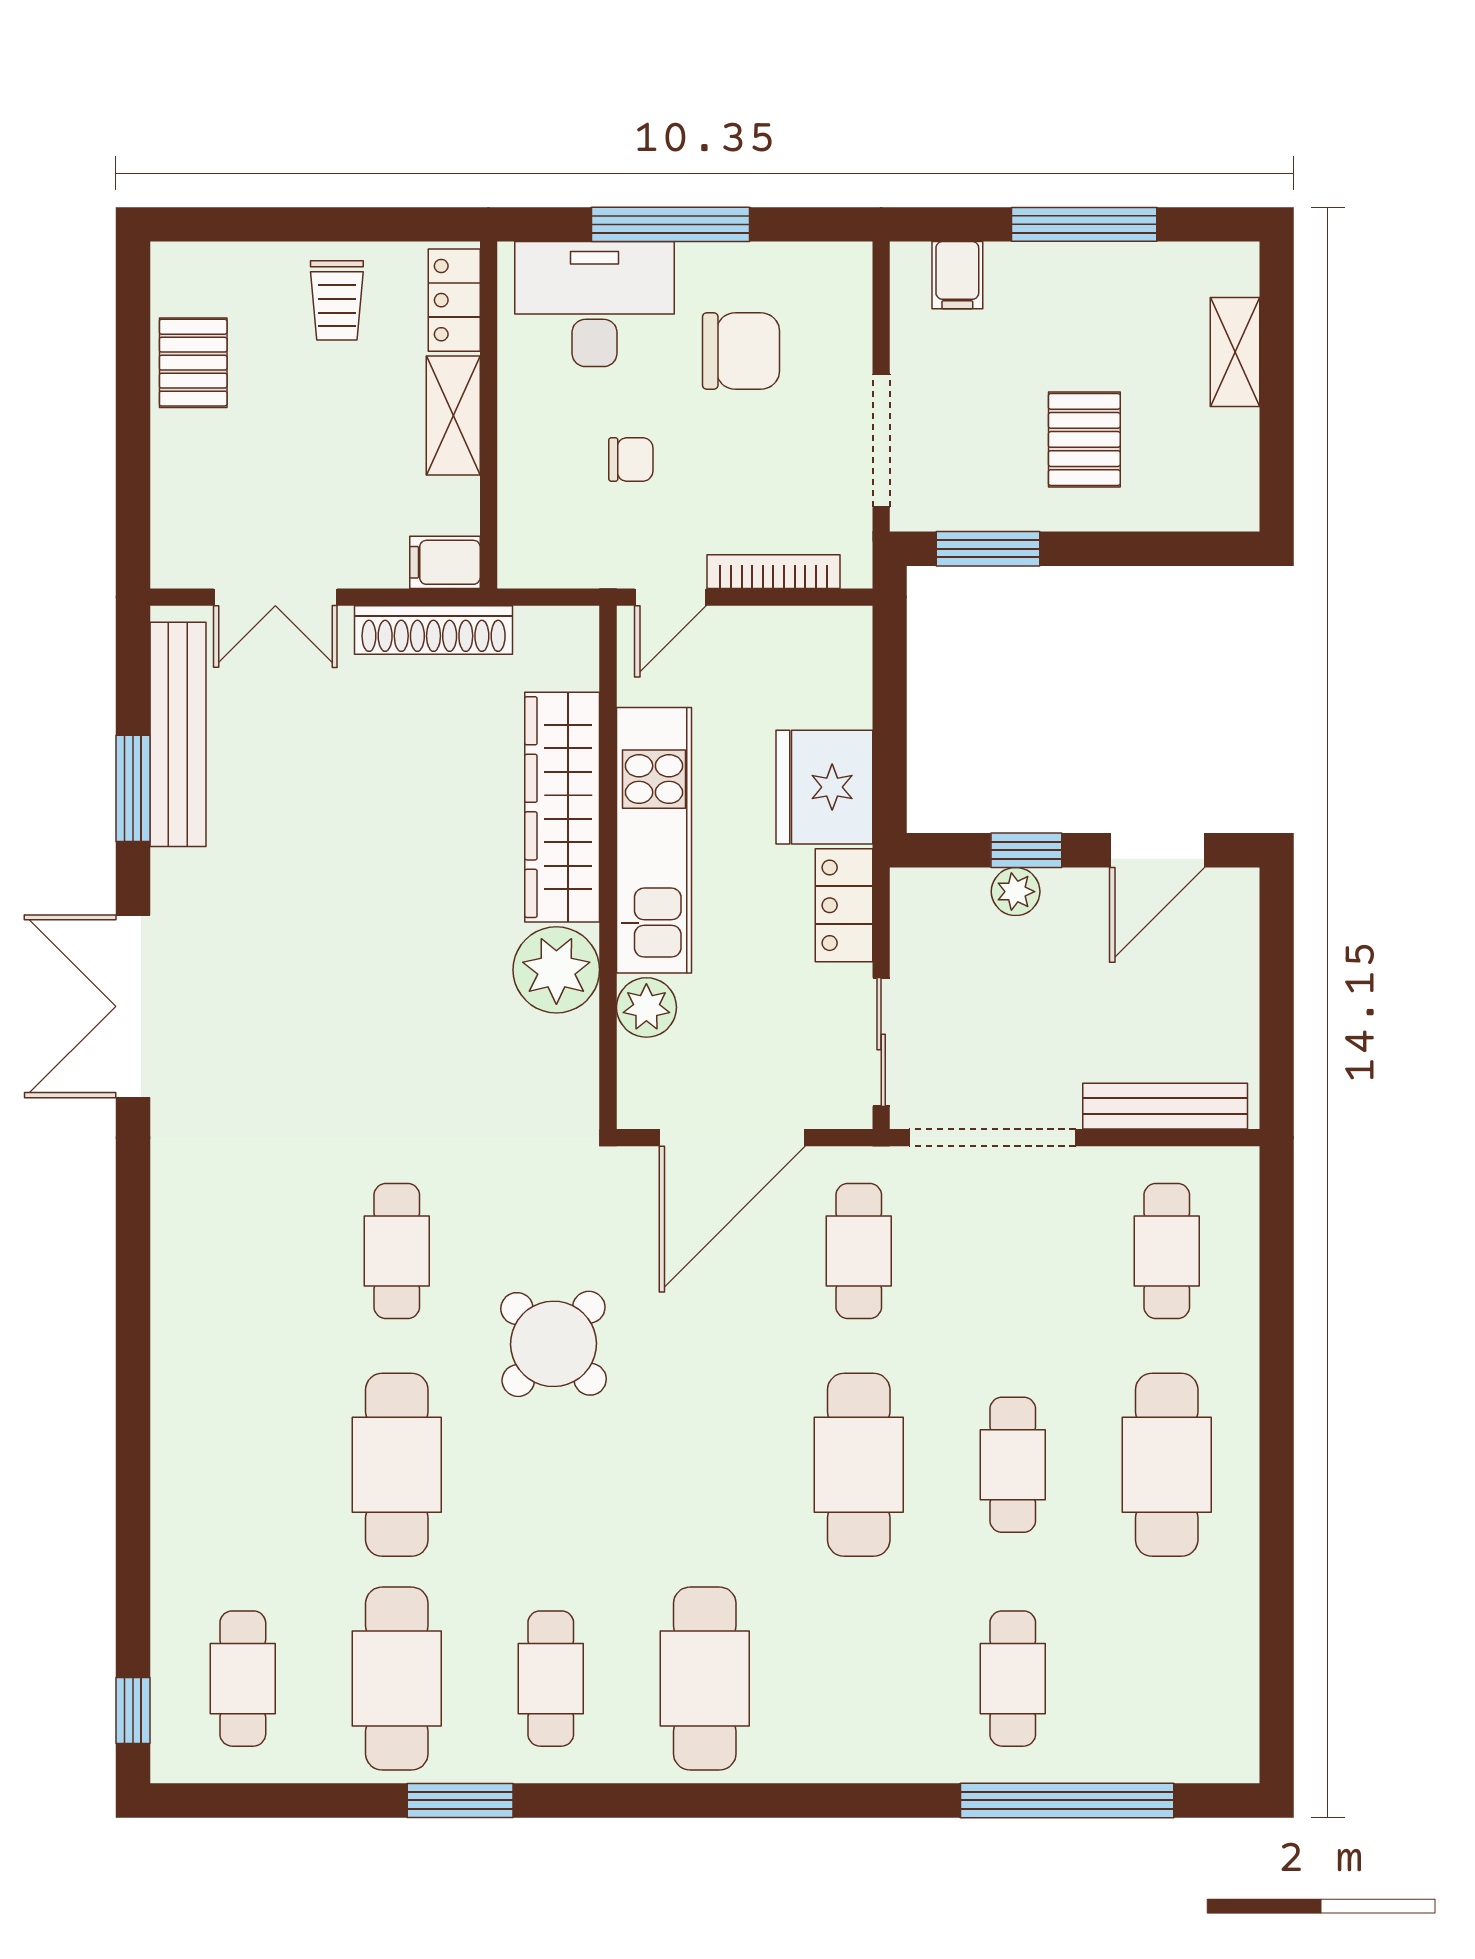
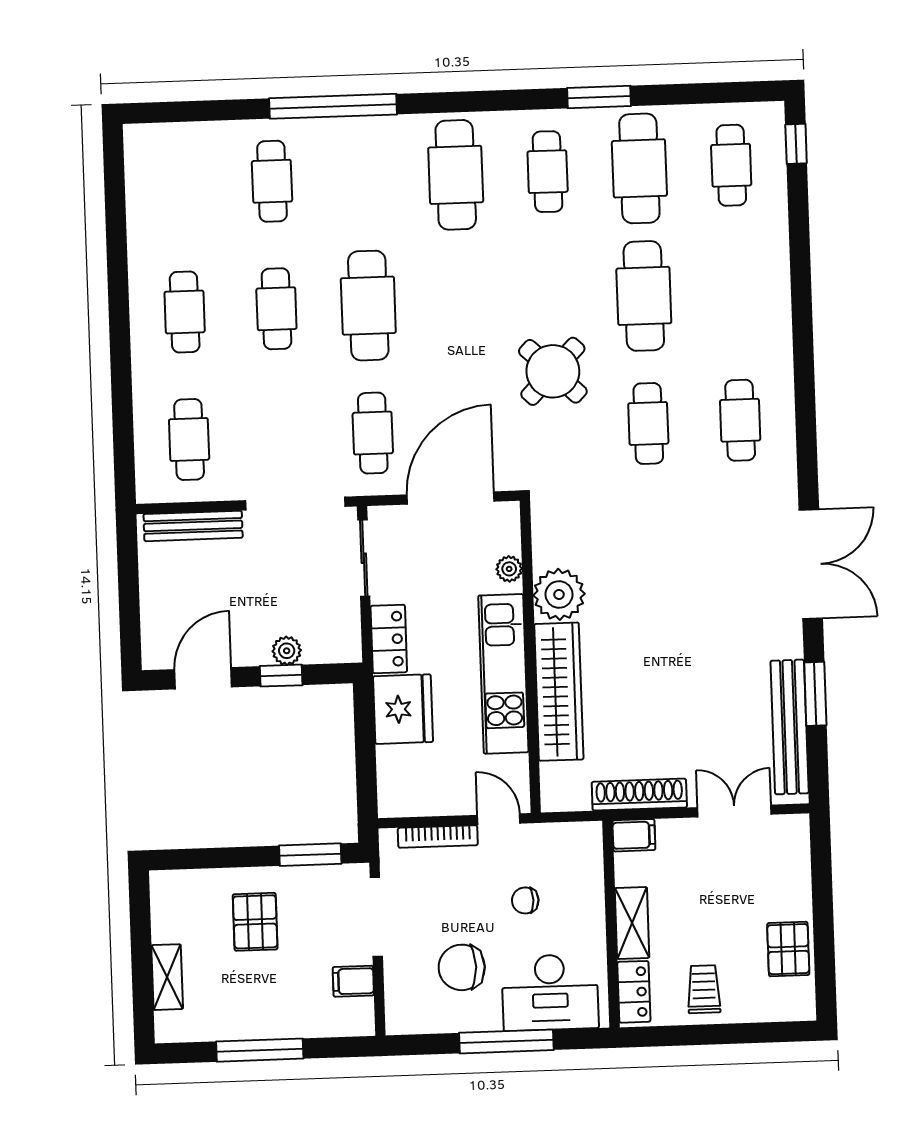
filing cabinet: (957, 275) -> (353, 981), moved, turned -90
door: (670, 597) -> (499, 819), hinge flipped
plant: (646, 1007) -> (509, 569), width x0.73, depth x0.73
cafe table: (243, 1251) -> (740, 420), added
cafe table: (1167, 1465) -> (185, 312), width x0.73, depth x0.74
window: (1067, 1800) -> (333, 106), moved

